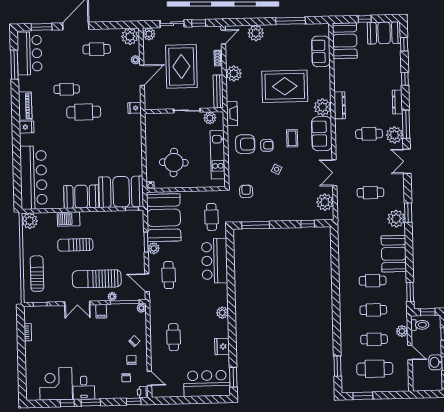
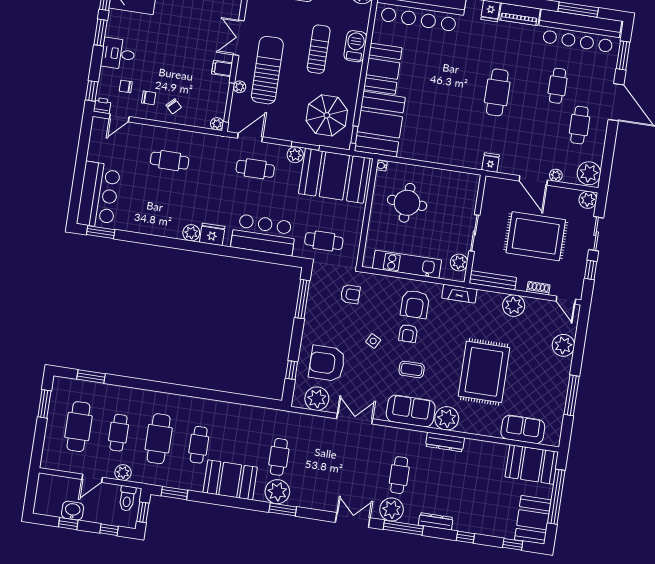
window: (365, 19) -> (556, 497), width x3.17
bar counter: (29, 53) -> (579, 31), width x1.36
cafe table: (67, 89) -> (558, 86), moved
cafe table: (370, 193) -> (279, 457), moved
armchair: (298, 199) -> (327, 363), added
parasol: (121, 231) -> (327, 115), added
cafe table: (373, 310) -> (159, 439), width x1.37, depth x1.35
fridge: (222, 346) -> (212, 234), moved
desk: (84, 388) -> (118, 54), moved

